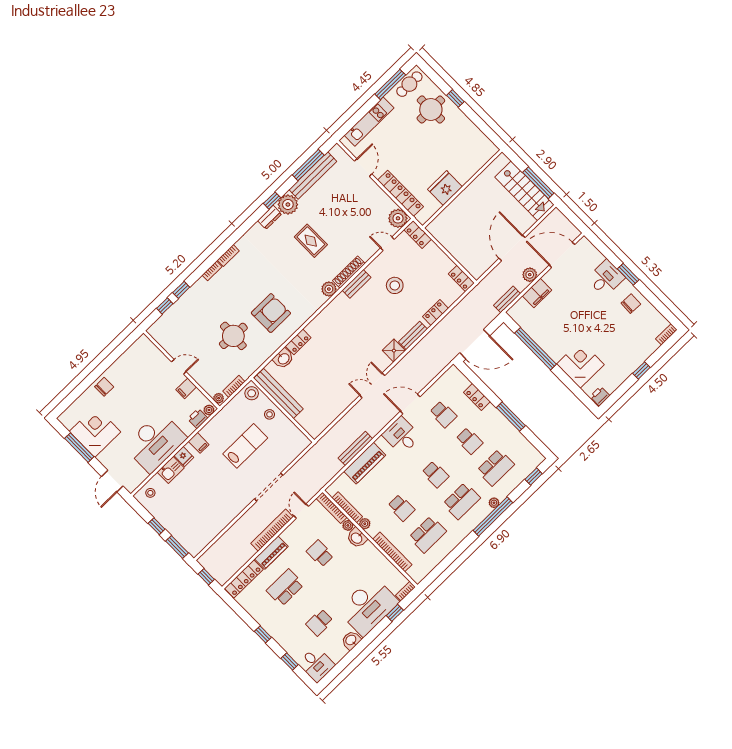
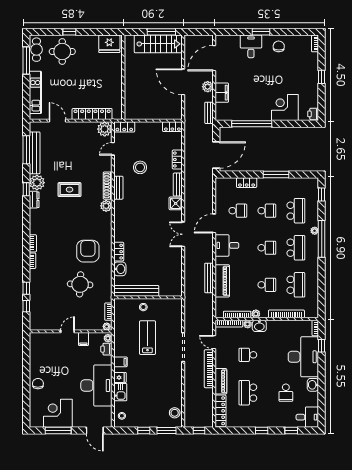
fridge: (445, 188) -> (109, 44), moved, turned -90
stool: (252, 393) -> (175, 413), moved

